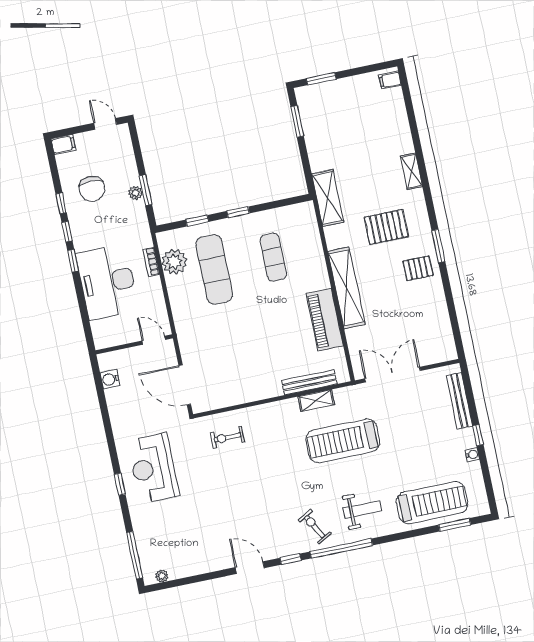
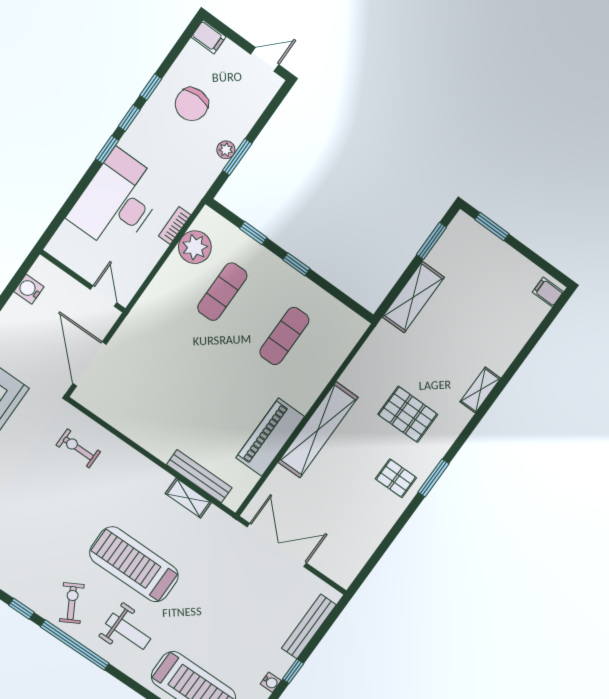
door: (105, 124) -> (265, 59), hinge flipped
shelving: (328, 198) -> (413, 297), moved
exercise mat: (214, 269) -> (222, 292), width x0.73, depth x0.69
treadmill: (343, 441) -> (134, 564), moved

